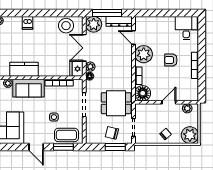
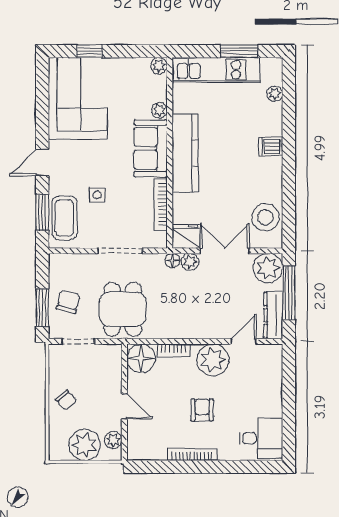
kitchen counter: (24, 69) -> (185, 153), width x1.50
plant: (190, 135) -> (84, 445), moved

